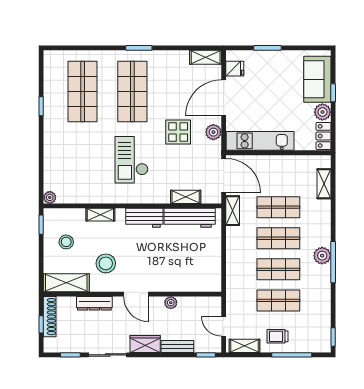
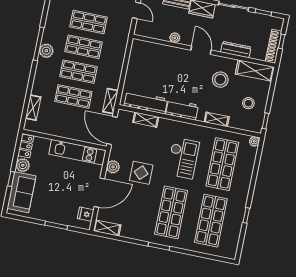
shop shelf: (83, 162) -> (222, 164), added

